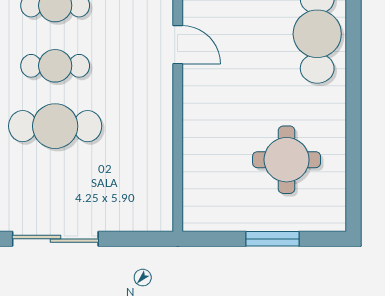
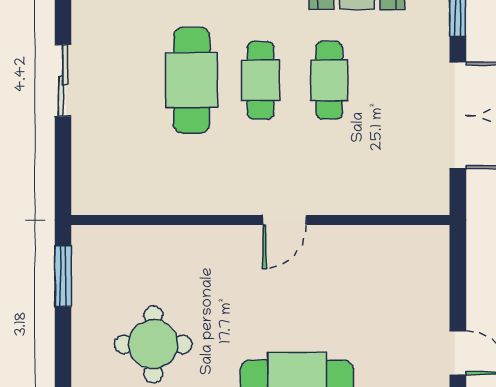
sliding door: (55, 239) -> (63, 81), width x0.73
window: (272, 239) -> (63, 276), moved

